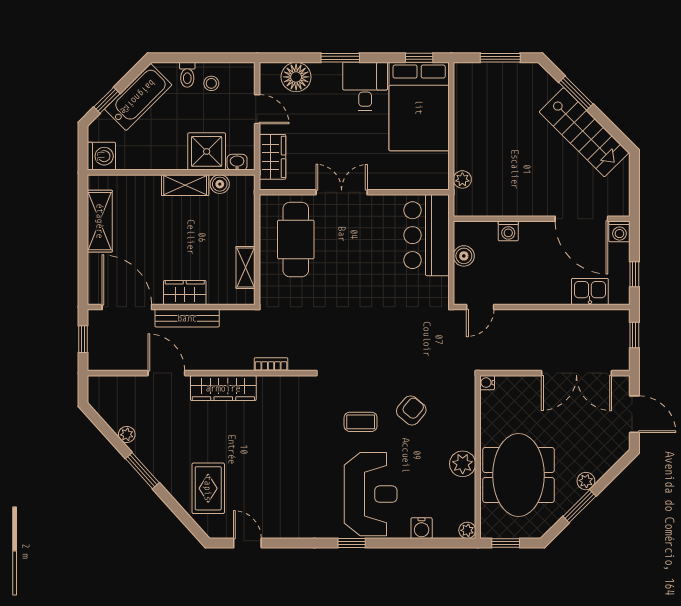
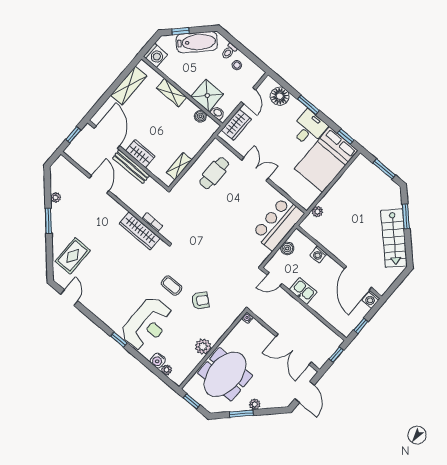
shelving: (185, 185) -> (172, 93), moved
cafe table: (296, 240) -> (214, 173), width x0.73, depth x0.74
kitchen sink: (590, 292) -> (303, 291), moved
wardrobe: (223, 388) -> (140, 231), moved
plant: (467, 530) -> (167, 370), moved

